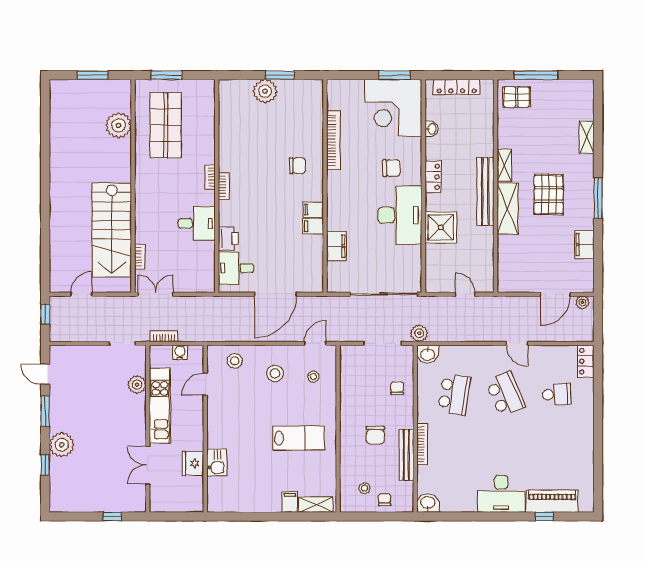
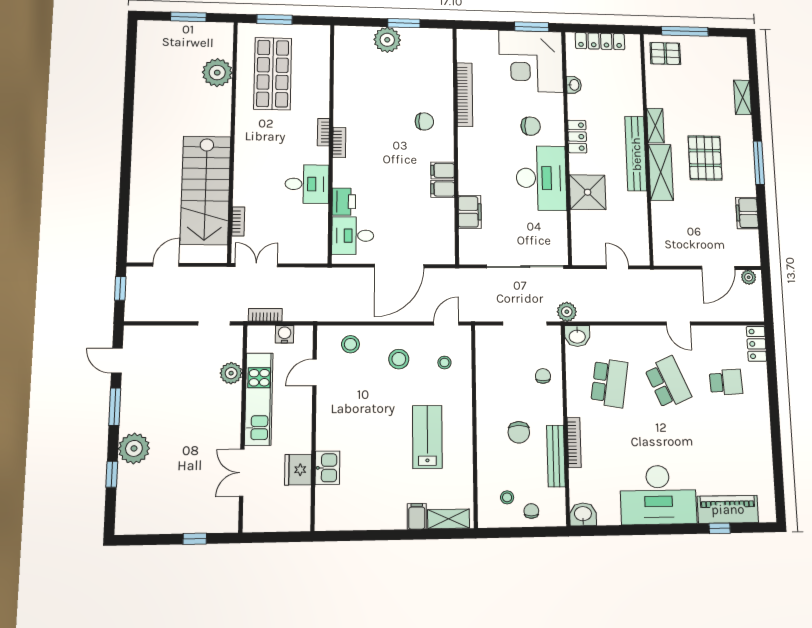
lab bench: (299, 438) -> (427, 437), turned -90
desk: (501, 494) -> (658, 495), width x1.36, depth x1.30

